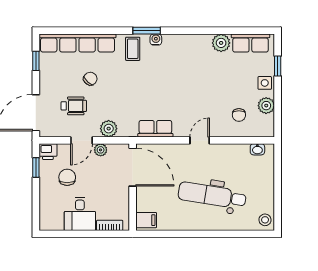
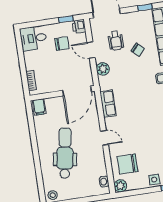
plant: (266, 106) -> (120, 186), moved
chair: (239, 115) -> (128, 164), width x1.87, depth x1.87
plant: (101, 150) -> (86, 65), removed
desk: (80, 214) -> (33, 38), moved

